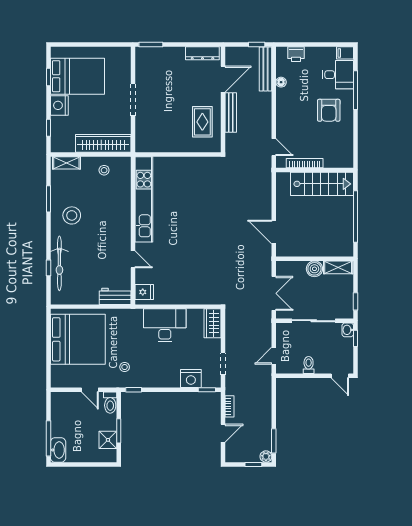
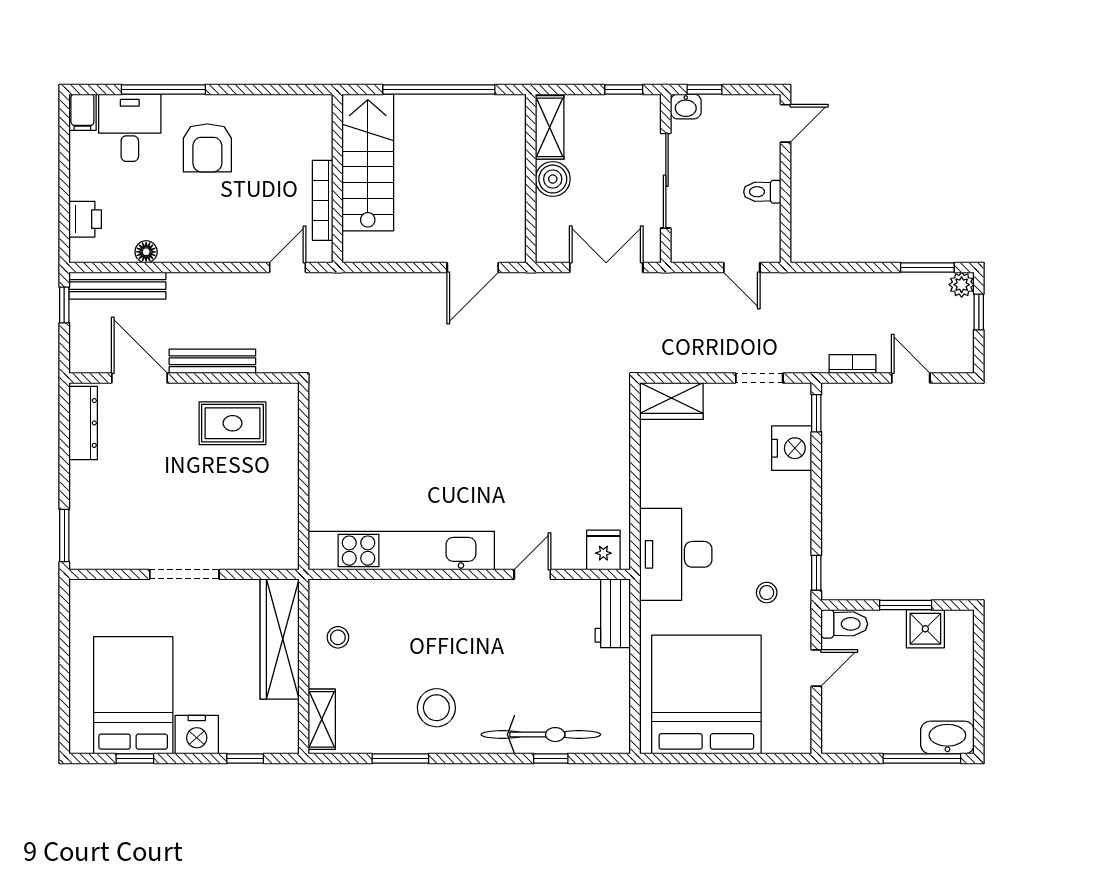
armchair: (329, 110) -> (207, 148), turned 90
desk: (165, 325) -> (676, 554), moved

